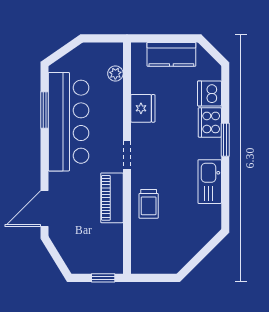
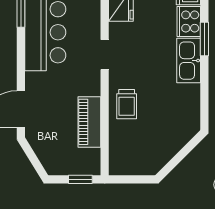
kitchen sink: (210, 182) -> (189, 61), moved
piano: (112, 198) -> (89, 122), moved

